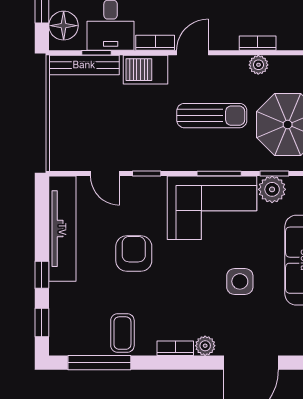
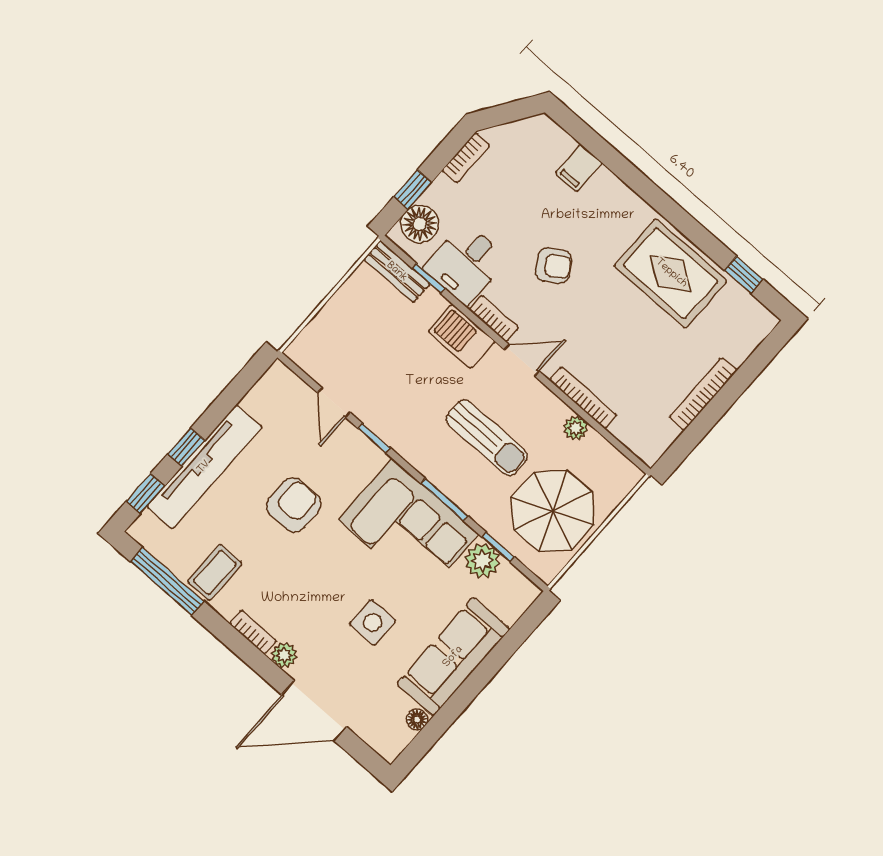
bookcase: (258, 43) -> (583, 398), width x1.56
bench: (84, 65) -> (397, 272), width x0.73
tv unit: (62, 229) -> (204, 467), moved

